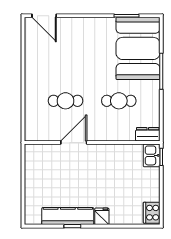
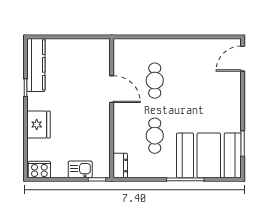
kitchen sink: (152, 155) -> (80, 169), moved
kitchen counter: (68, 216) -> (36, 65), moved
fridge: (102, 216) -> (39, 124), width x1.88, depth x1.34

